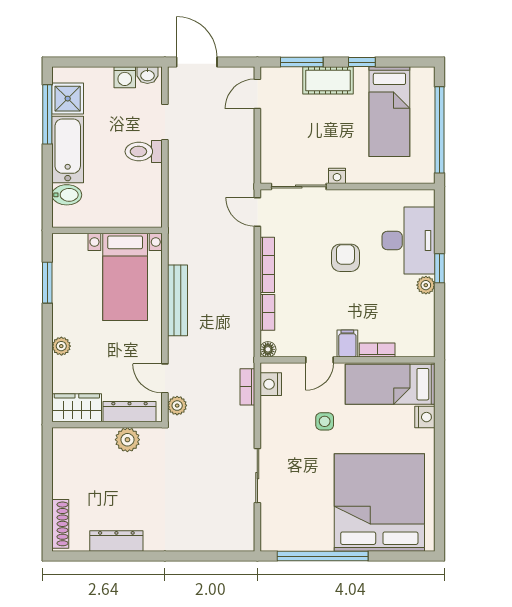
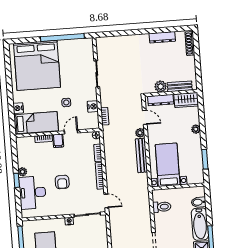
toilet: (144, 152) -> (162, 207), moved
nightstand: (271, 384) -> (93, 106), moved
plant: (177, 406) -> (140, 133), moved
bench: (88, 437) -> (180, 86), added

